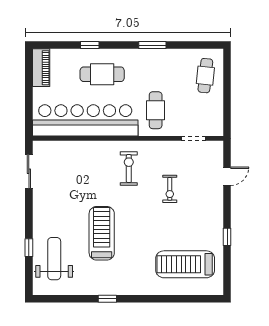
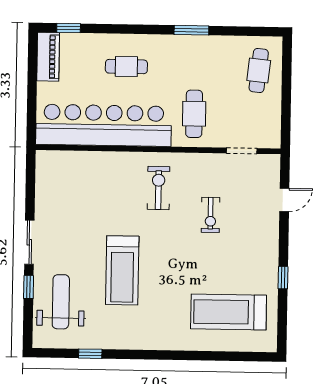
window: (90, 45) -> (69, 28), moved
cafe table: (102, 74) -> (126, 67), width x0.73, depth x0.74
sliding door: (29, 171) -> (29, 242), moved
treadmill: (102, 233) -> (122, 270), turned 180
window: (107, 299) -> (90, 354), moved

